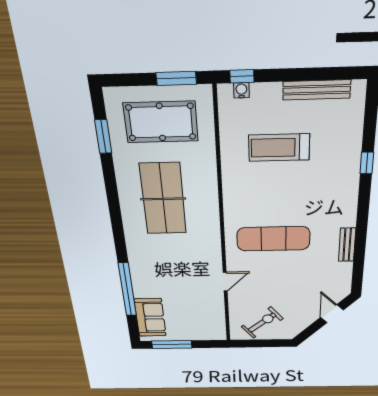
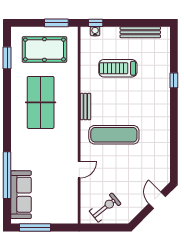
bench: (347, 245) -> (85, 107), moved
sofa: (150, 318) -> (21, 195), width x1.36

